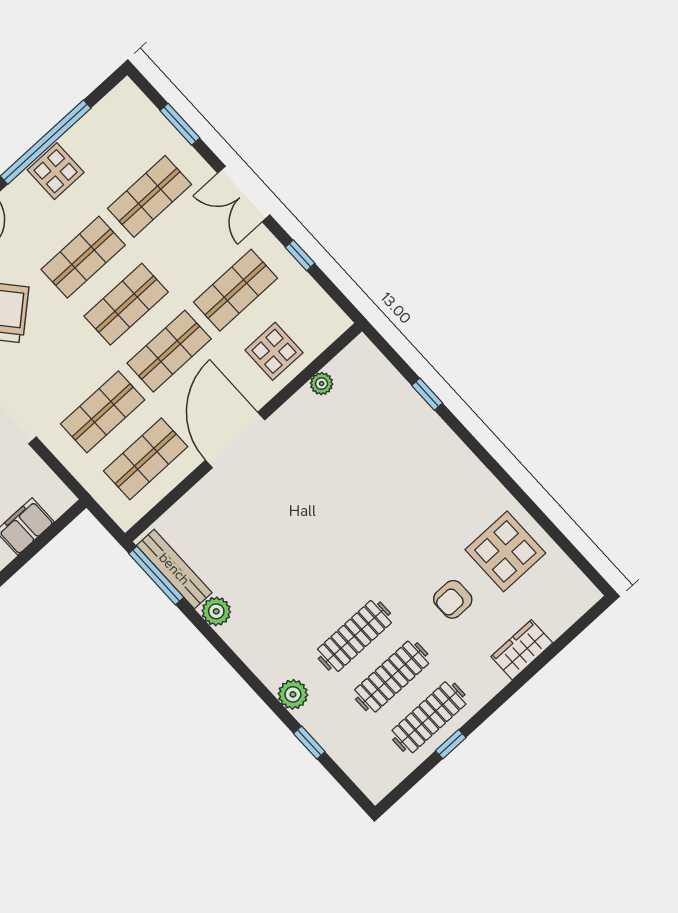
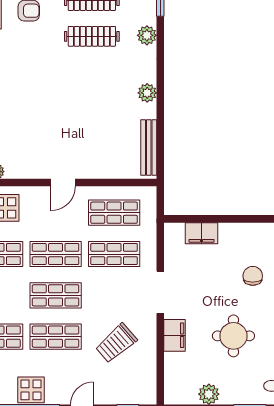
door: (235, 440) -> (63, 182), width x0.53
window: (156, 575) -> (160, 152), removed
plant: (216, 611) -> (147, 93), moved

